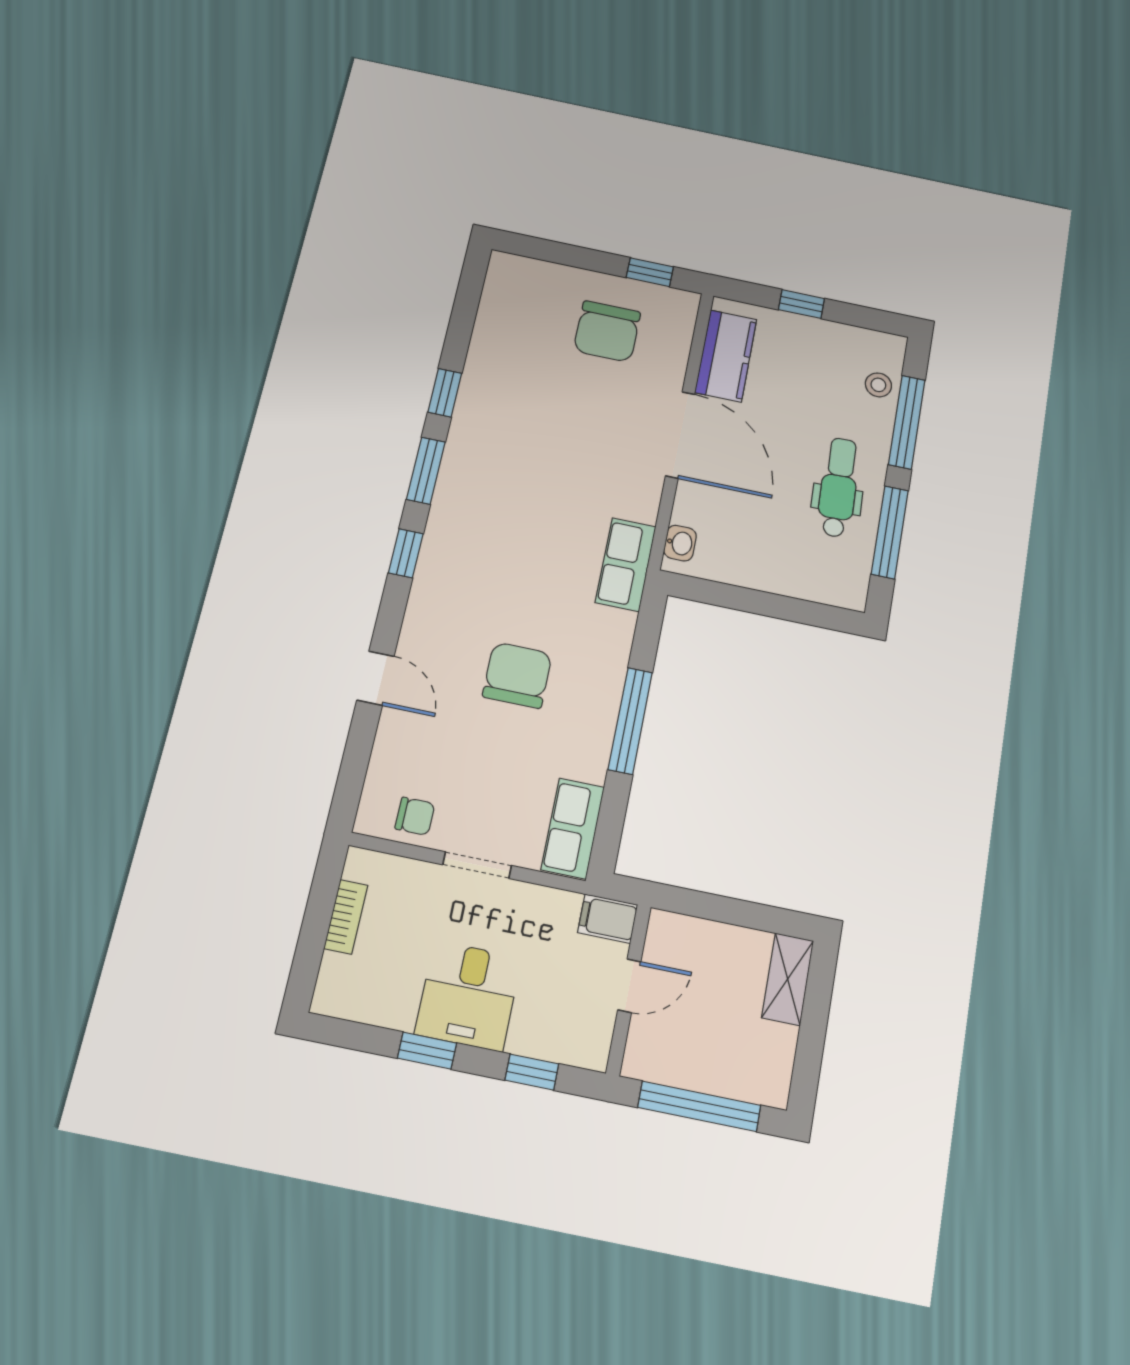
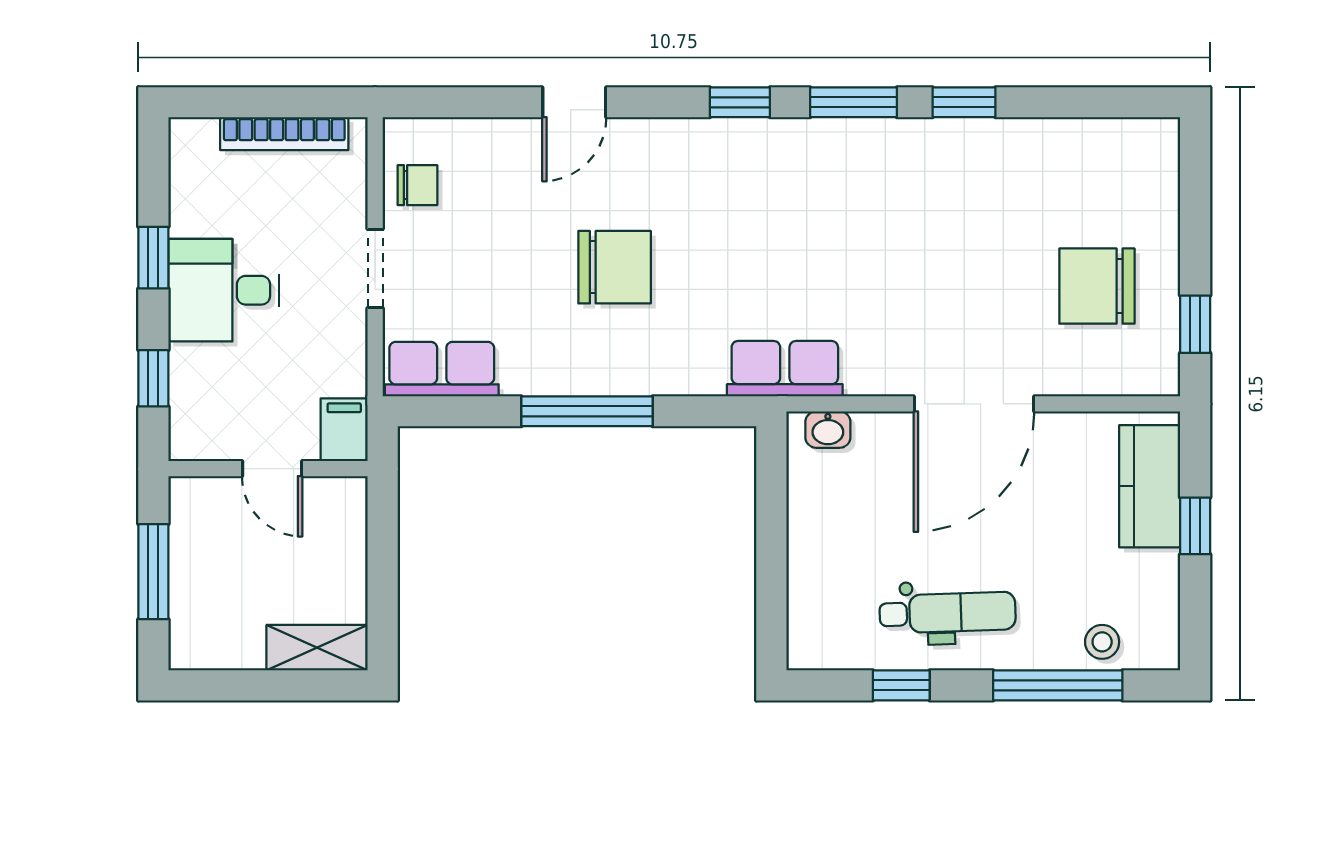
kitchen counter: (726, 356) -> (1150, 486), moved, turned 90
window: (890, 532) -> (901, 685), width x0.46
chair: (415, 816) -> (417, 185), turned -90
bookcase: (346, 917) -> (284, 134), width x1.56
window: (699, 1106) -> (153, 572), width x0.69

